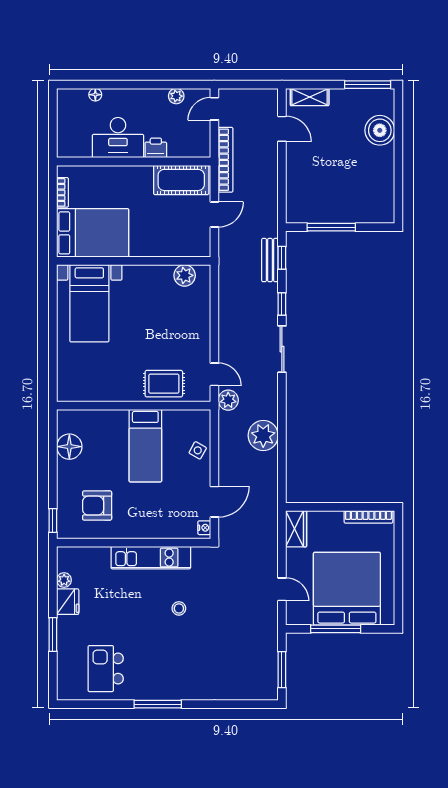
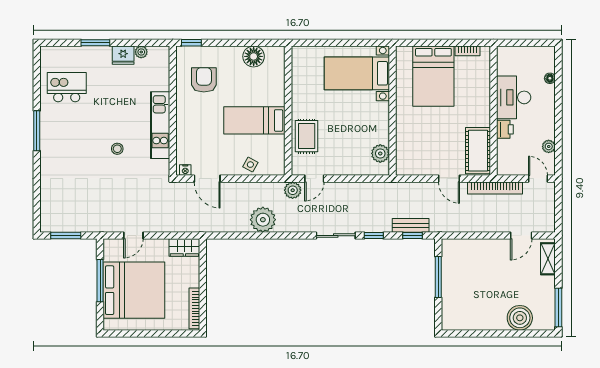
wall: (134, 261) -> (392, 111), moved
plant: (185, 275) -> (380, 153), moved
bed with nightstands: (89, 303) -> (357, 73), moved

